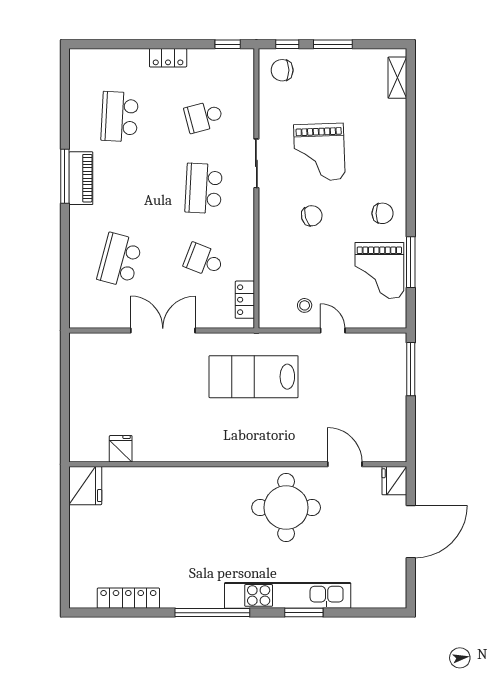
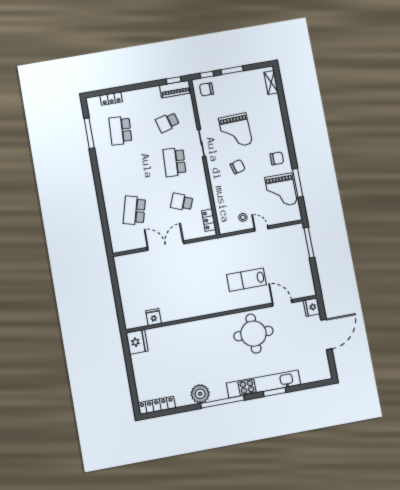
locker: (168, 58) -> (111, 99), moved
window: (65, 176) -> (89, 133), moved
piano: (81, 178) -> (175, 89), moved, turned 90
lab bench: (254, 377) -> (246, 280), moved, width x0.73, depth x0.72
plant: (177, 592) -> (200, 394), added
locker: (128, 598) -> (157, 405), moved

